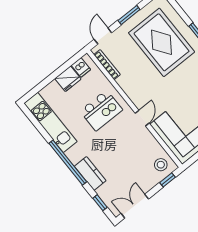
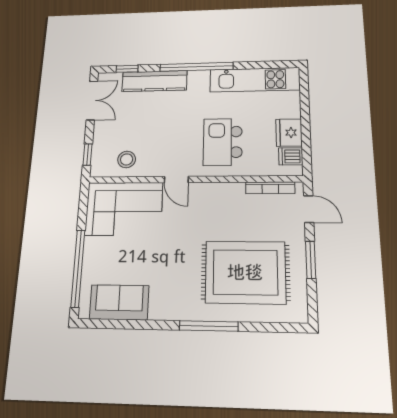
stool: (161, 165) -> (127, 159), moved
kitchen counter: (90, 174) -> (154, 81), width x1.50

